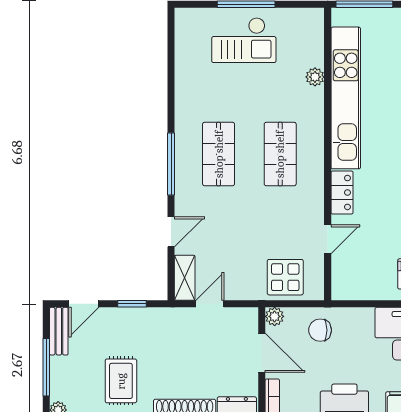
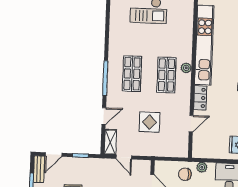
plant: (315, 77) -> (186, 68), moved
display table: (285, 277) -> (150, 122), moved
door: (210, 304) -> (124, 157), swing flipped
plant: (275, 316) -> (202, 167), moved

